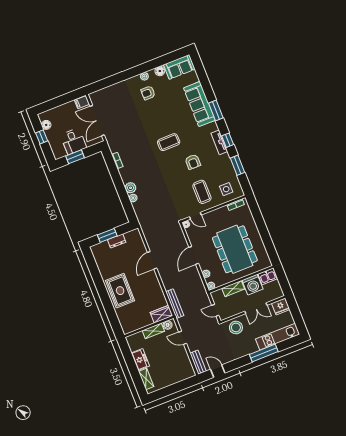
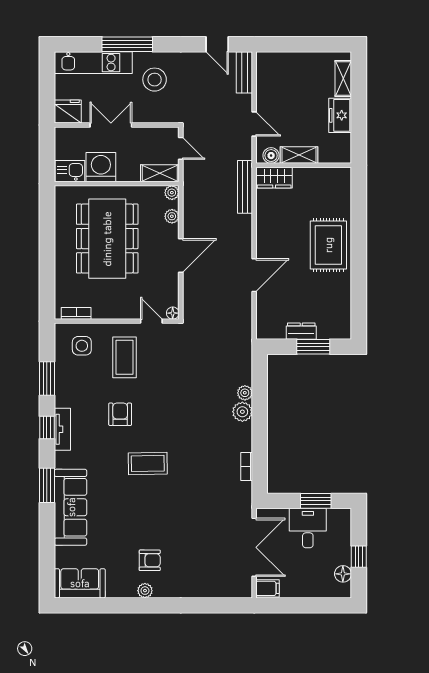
floor lamp: (160, 71) -> (115, 589), removed
shelving: (233, 289) -> (160, 173), moved
stool: (236, 328) -> (155, 80), moved

